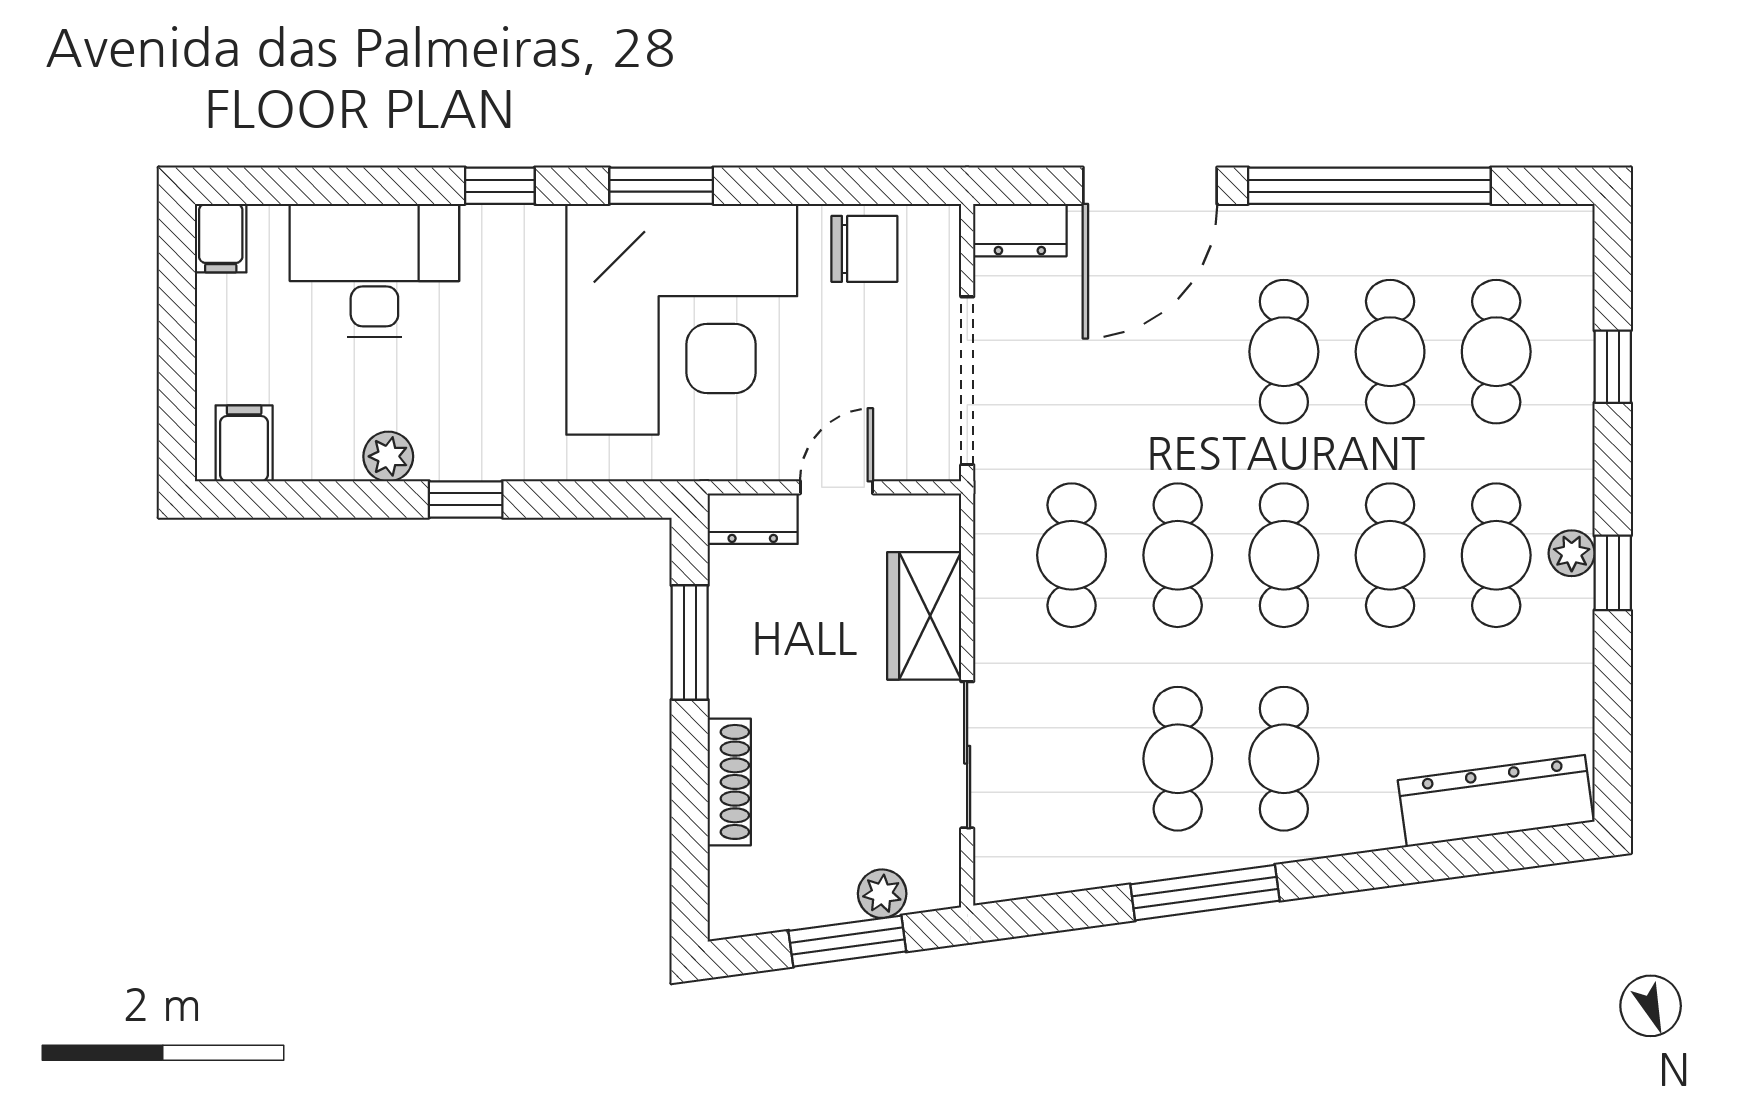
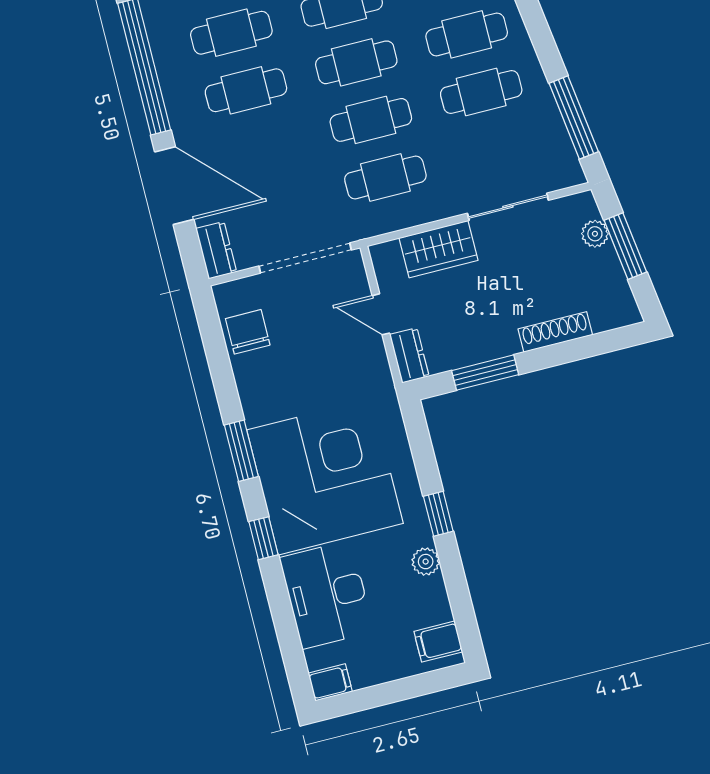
corner desk: (682, 319) -> (325, 477), moved
window: (1205, 893) -> (574, 117), moved

